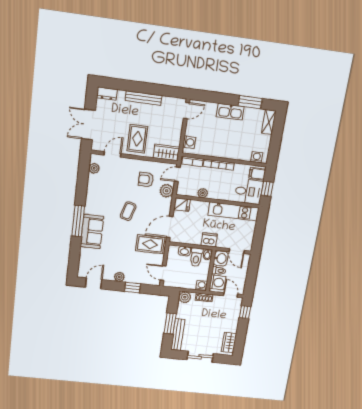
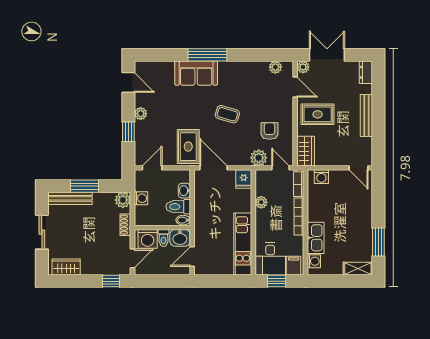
kitchen sink: (230, 112) -> (316, 238), moved, turned 180
plant: (97, 146) -> (303, 67), added
dishwasher: (209, 240) -> (203, 219), removed
washing machine: (202, 286) -> (141, 198), moved

